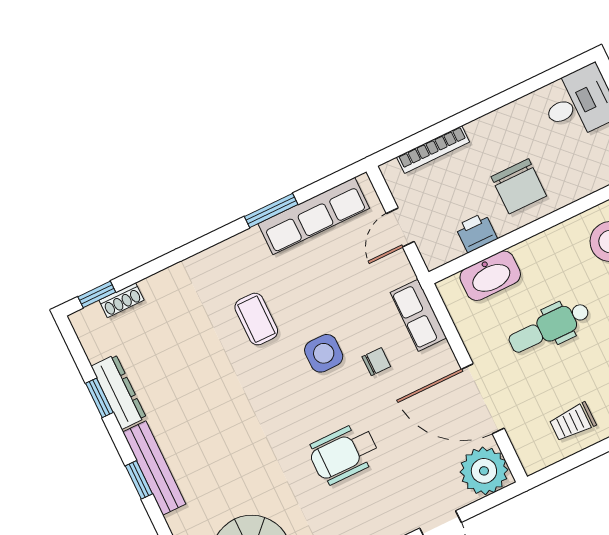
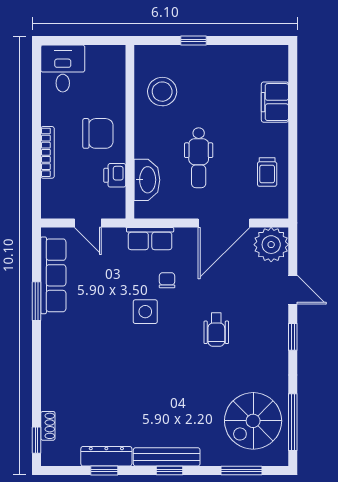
bookcase: (433, 149) -> (47, 152), moved
coffee table: (256, 319) -> (102, 345), removed
wheelchair: (344, 453) -> (216, 330), width x0.73, depth x0.73

